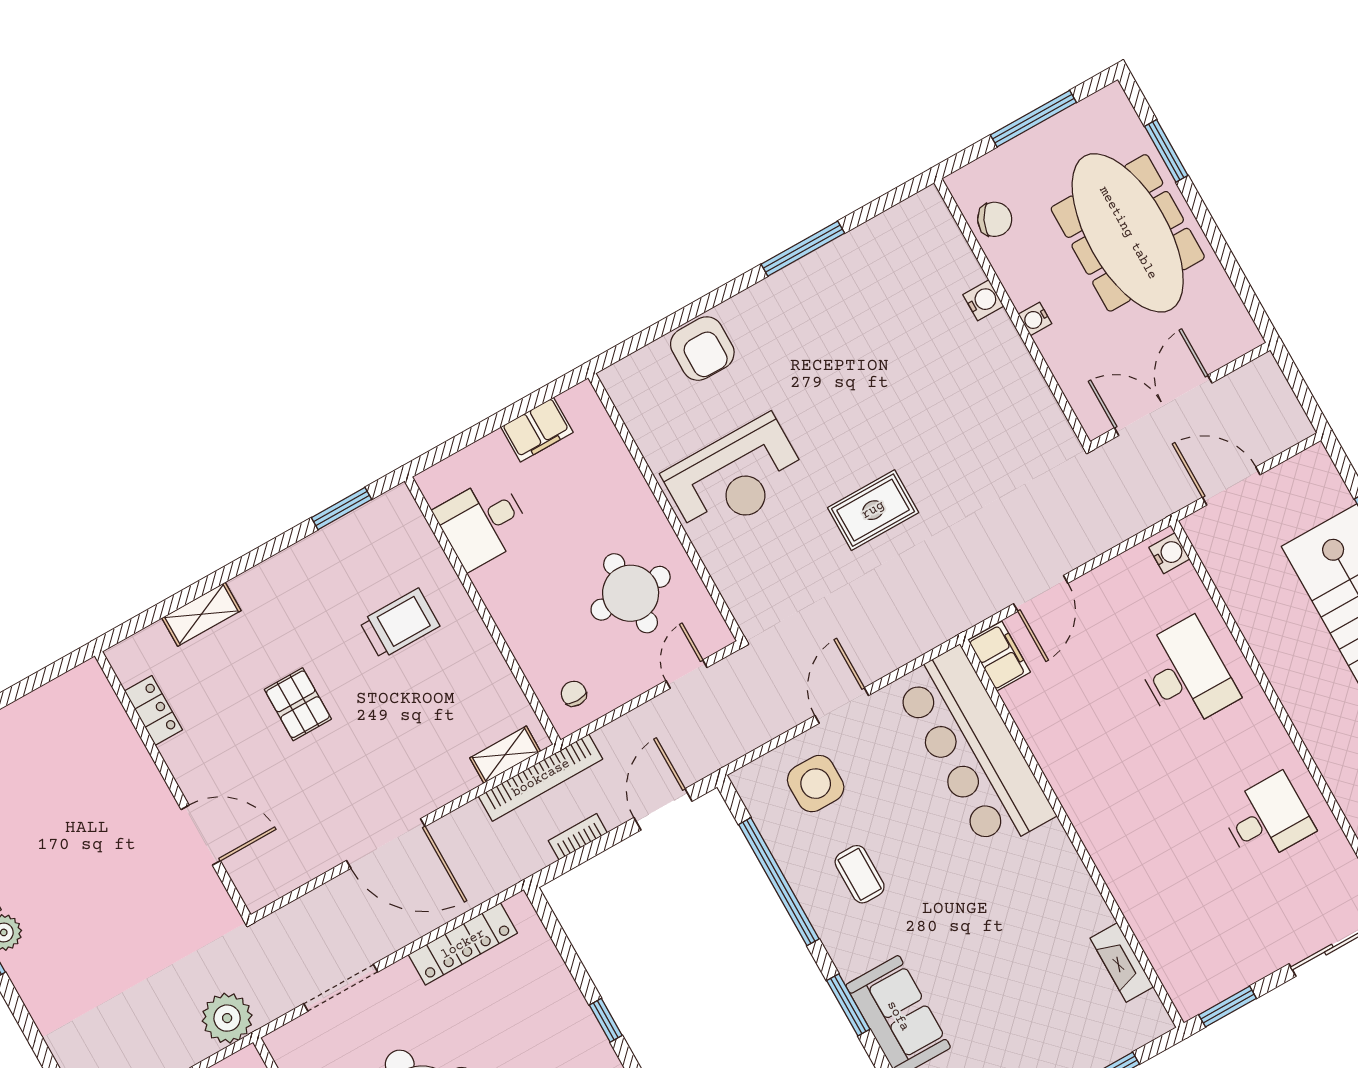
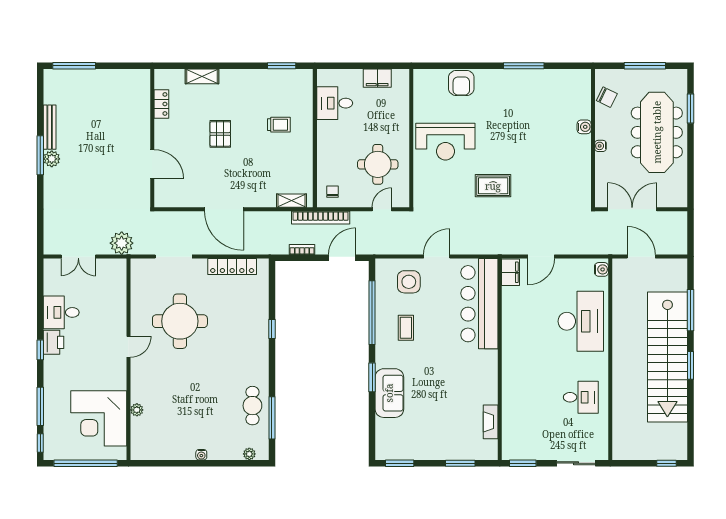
trolley: (400, 624) -> (279, 125), width x0.73, depth x0.72
desk: (1186, 674) -> (581, 321), width x1.36, depth x1.30
bookcase: (541, 778) -> (321, 218), moved

